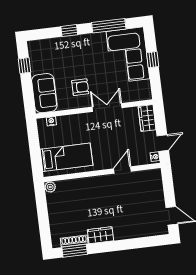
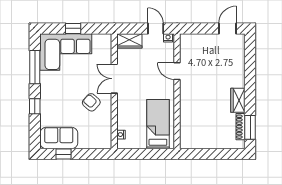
armchair: (80, 87) -> (91, 102), turned -48
sofa: (44, 93) -> (59, 138), moved
plant: (50, 187) -> (185, 144), removed

